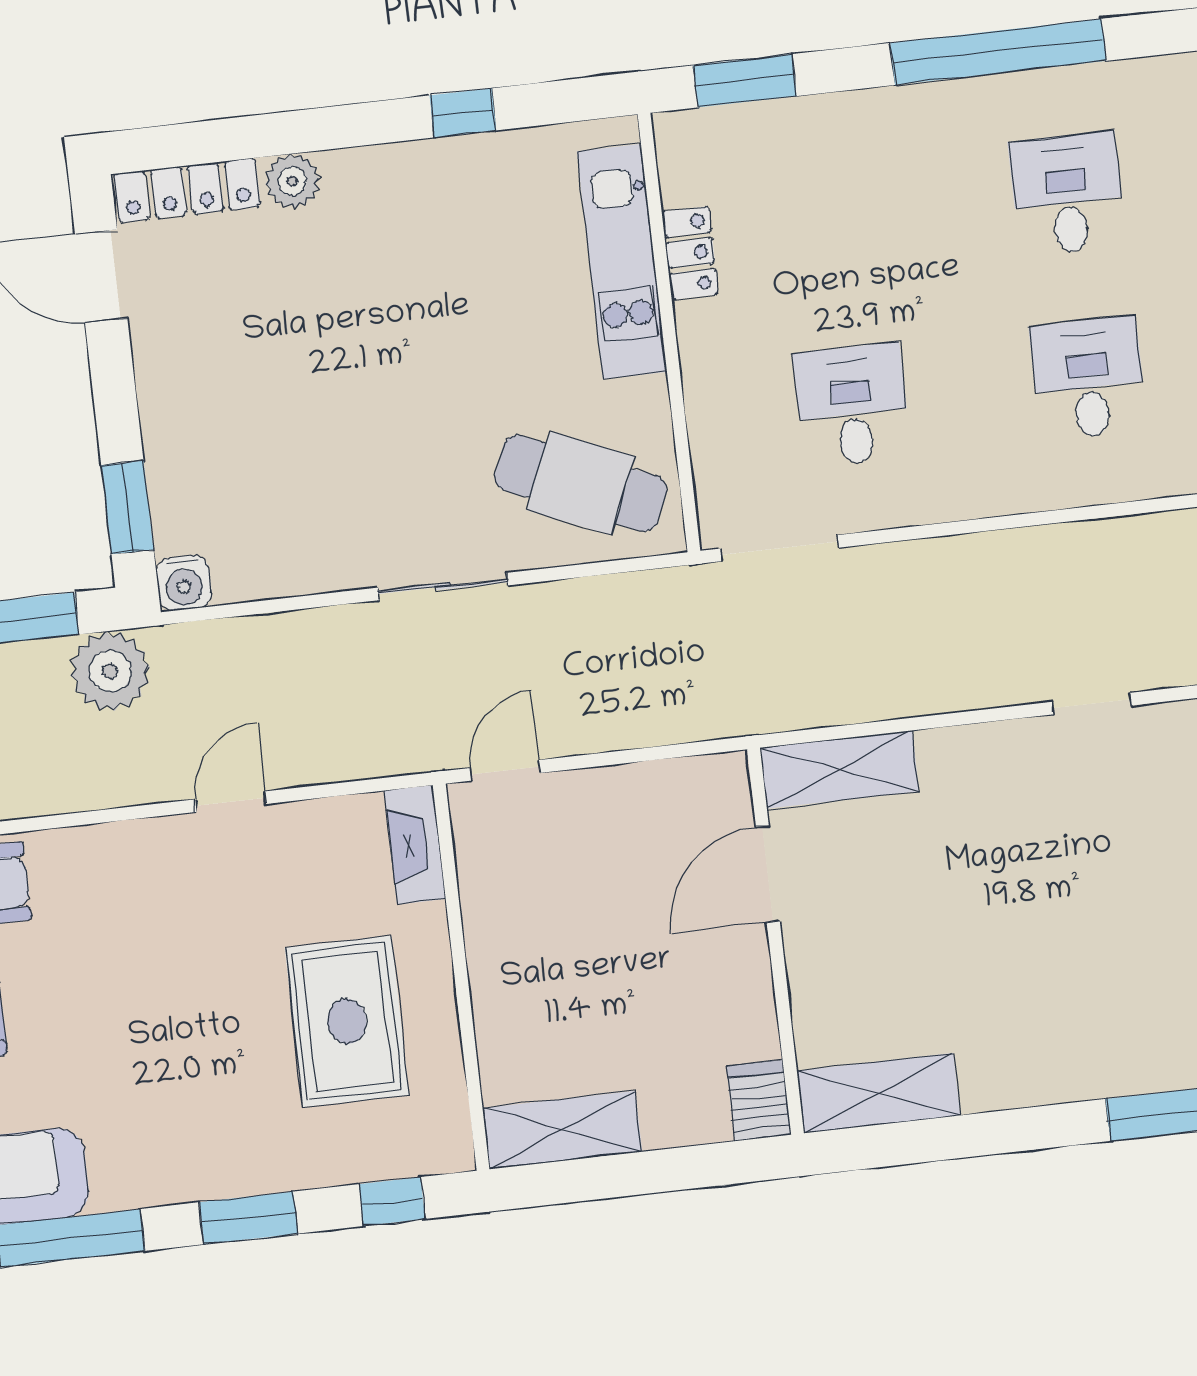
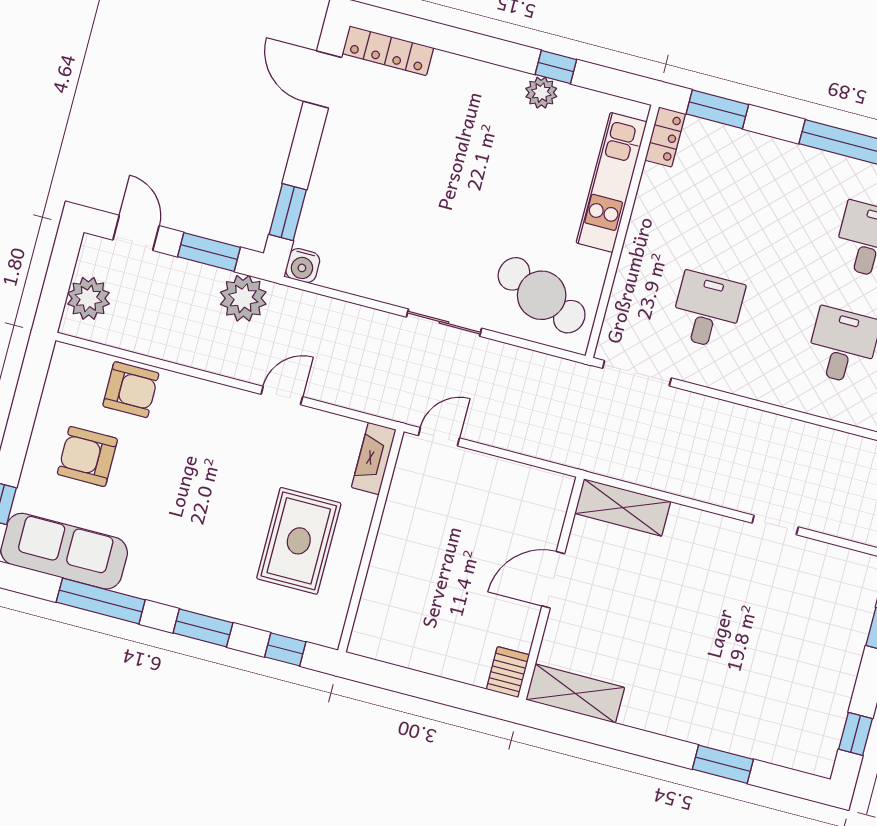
plant: (292, 181) -> (541, 93), moved
locker: (690, 253) -> (665, 137), moved
door: (768, 874) -> (553, 580), moved
shelving: (562, 1130) -> (394, 646), removed

